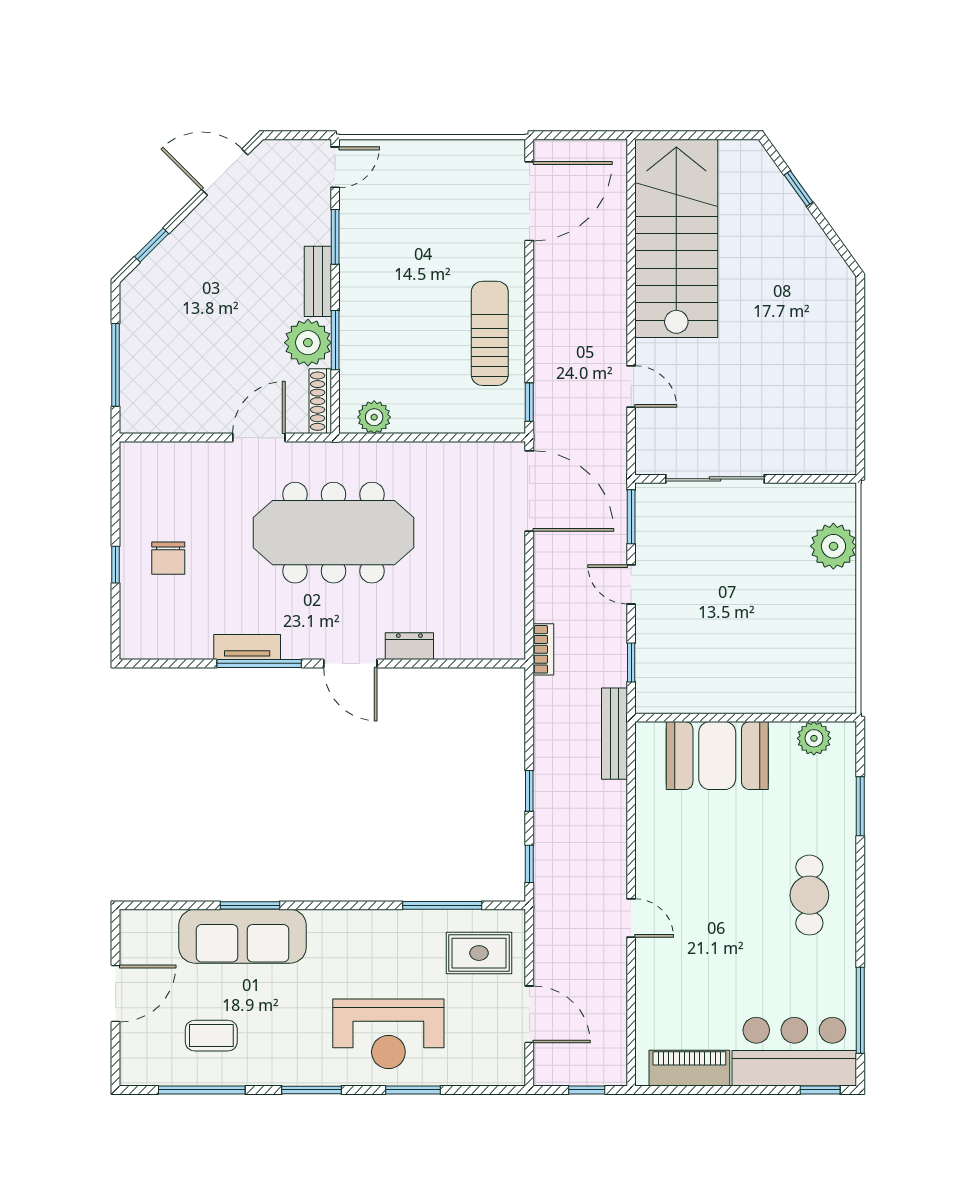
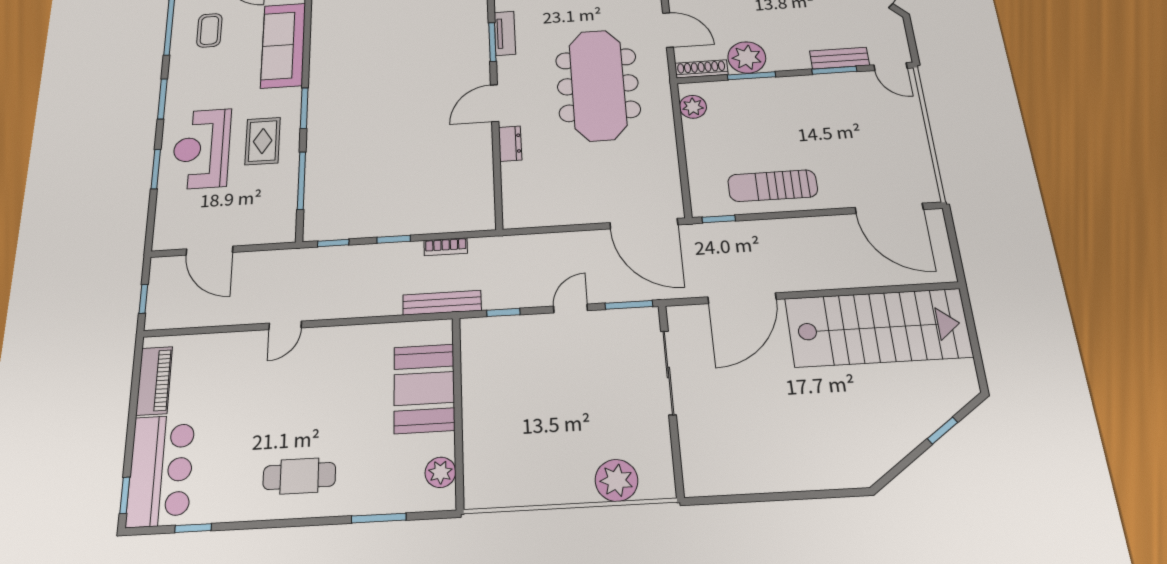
bench: (318, 281) -> (839, 58), moved
sun lounger: (490, 333) -> (773, 186), turned 180
door: (631, 386) -> (742, 298), width x1.88
door: (529, 491) -> (644, 224), hinge flipped
bookcase: (543, 649) -> (446, 247), moved
window: (259, 663) -> (492, 42), width x0.69
window: (250, 905) -> (304, 108), moved
rug: (479, 953) -> (263, 141), moved
window: (860, 1010) -> (193, 528), width x0.46
door: (529, 1014) -> (209, 251), hinge flipped

